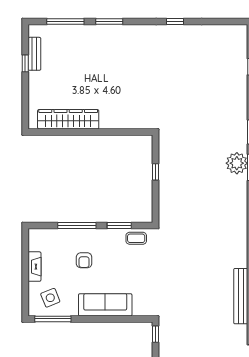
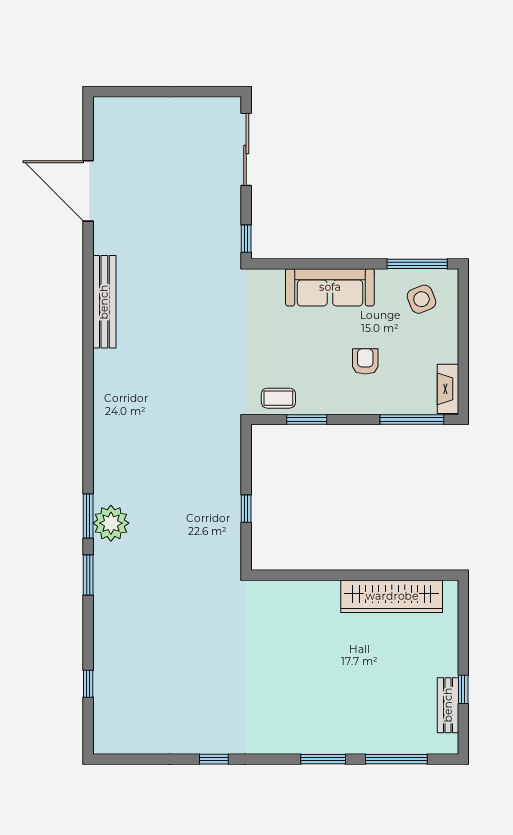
window: (77, 225) -> (412, 420), moved
fireplace: (34, 267) -> (448, 389), moved

